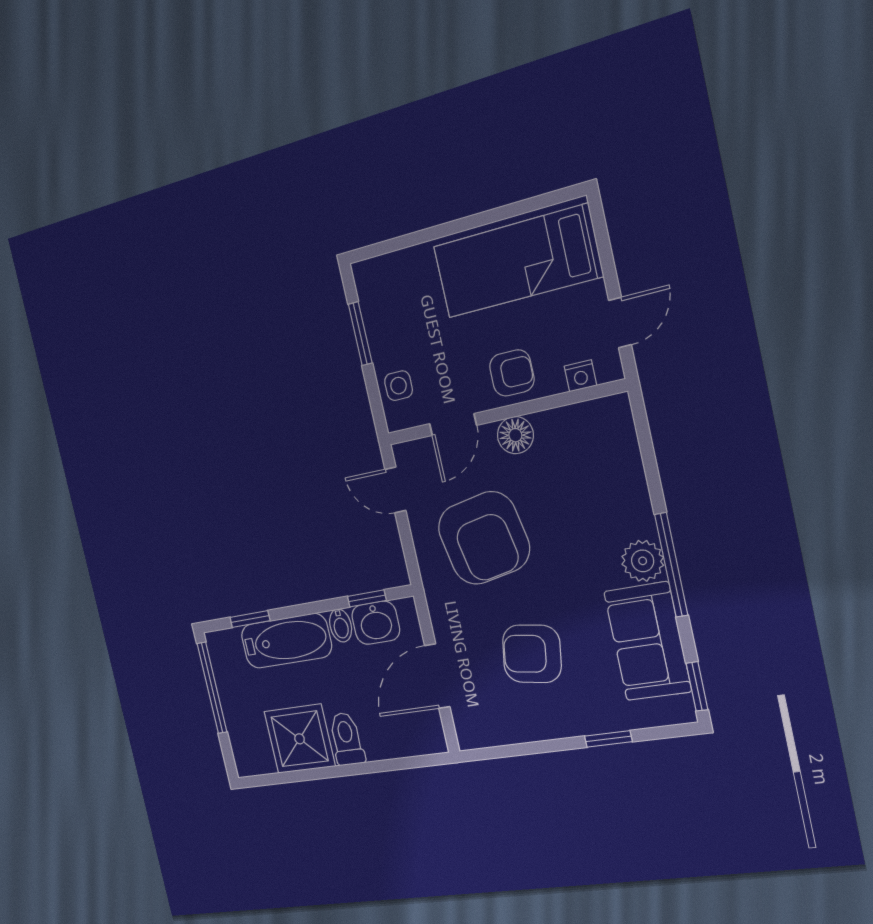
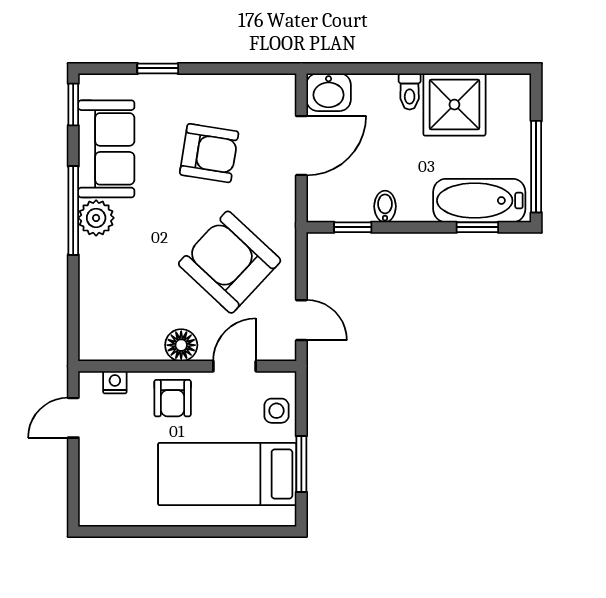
bed: (517, 262) -> (227, 474), moved, turned 180
armchair: (512, 373) -> (173, 398), turned -90
armchair: (484, 538) -> (230, 262), turned -36
washbasin: (376, 623) -> (329, 92), moved, turned 180
bathtub: (286, 641) -> (479, 201), moved
toilet: (347, 739) -> (410, 92), width x0.73, depth x0.72

